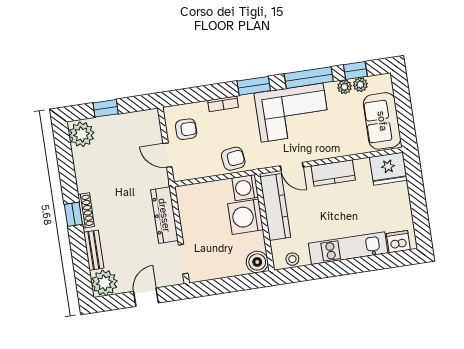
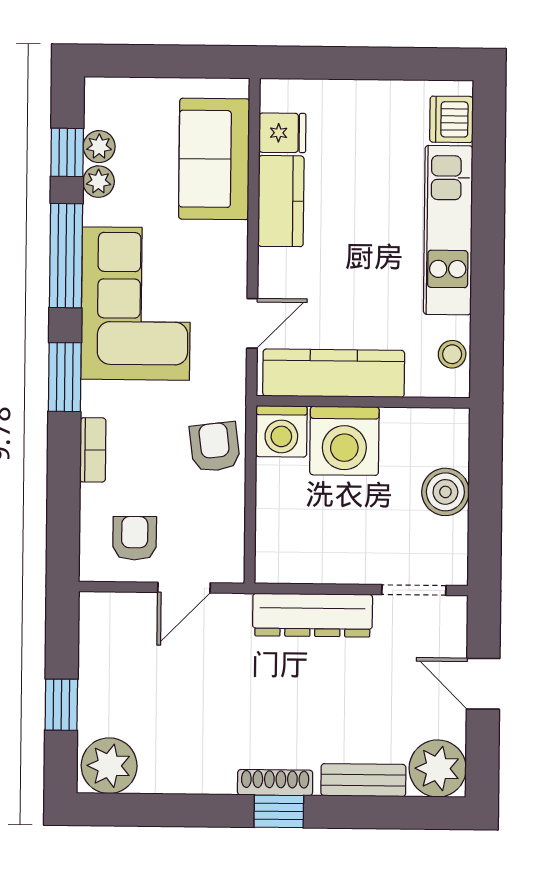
sofa: (382, 121) -> (214, 159), moved, turned 90
fridge: (388, 169) -> (282, 133), width x0.53, depth x0.75
kitchen counter: (333, 173) -> (281, 201), moved
boiler: (257, 262) -> (445, 492), moved

